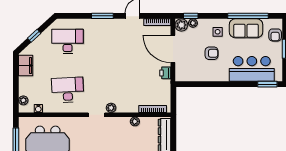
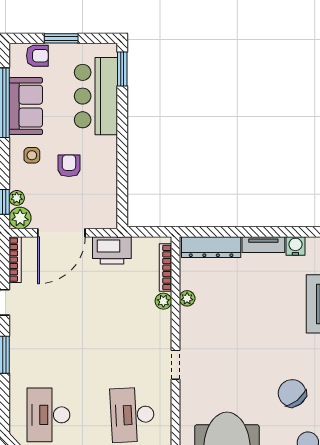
printer: (165, 73) -> (112, 250), width x1.87, depth x1.48
plant: (111, 108) -> (163, 301), moved

